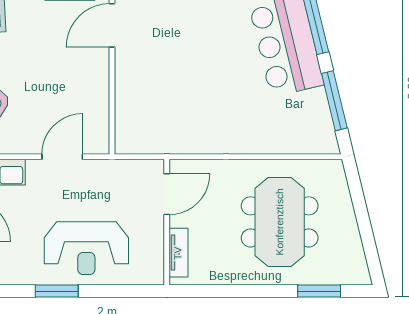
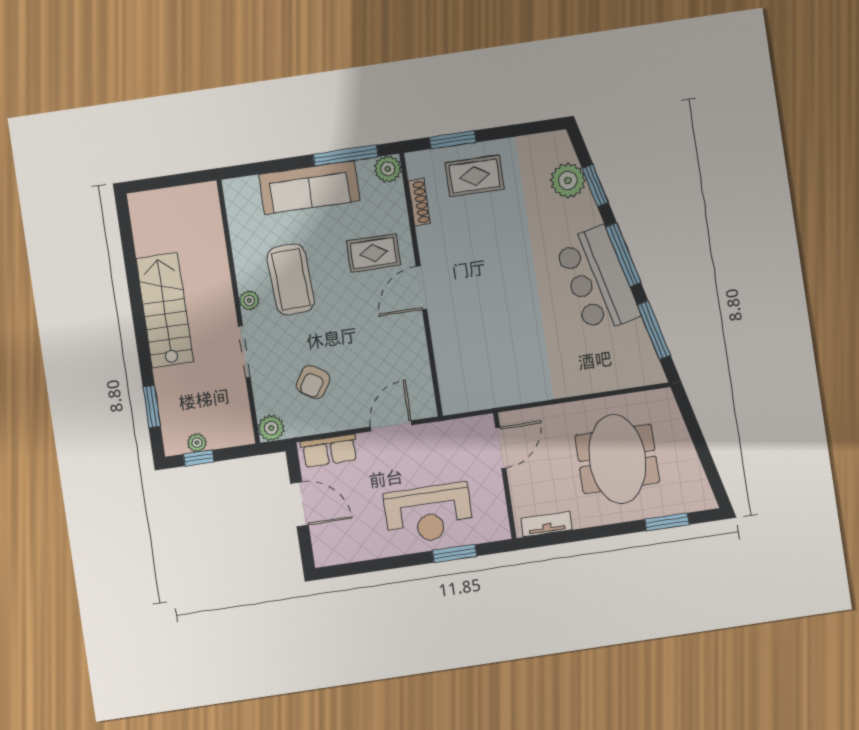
tv unit: (178, 253) -> (546, 524), moved, turned -90
window: (57, 291) -> (455, 553), moved

